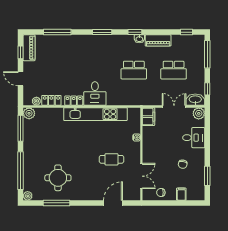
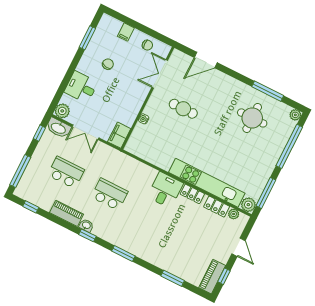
window: (57, 32) -> (173, 278), width x0.69
kitchen unit: (95, 114) -> (207, 183), moved

